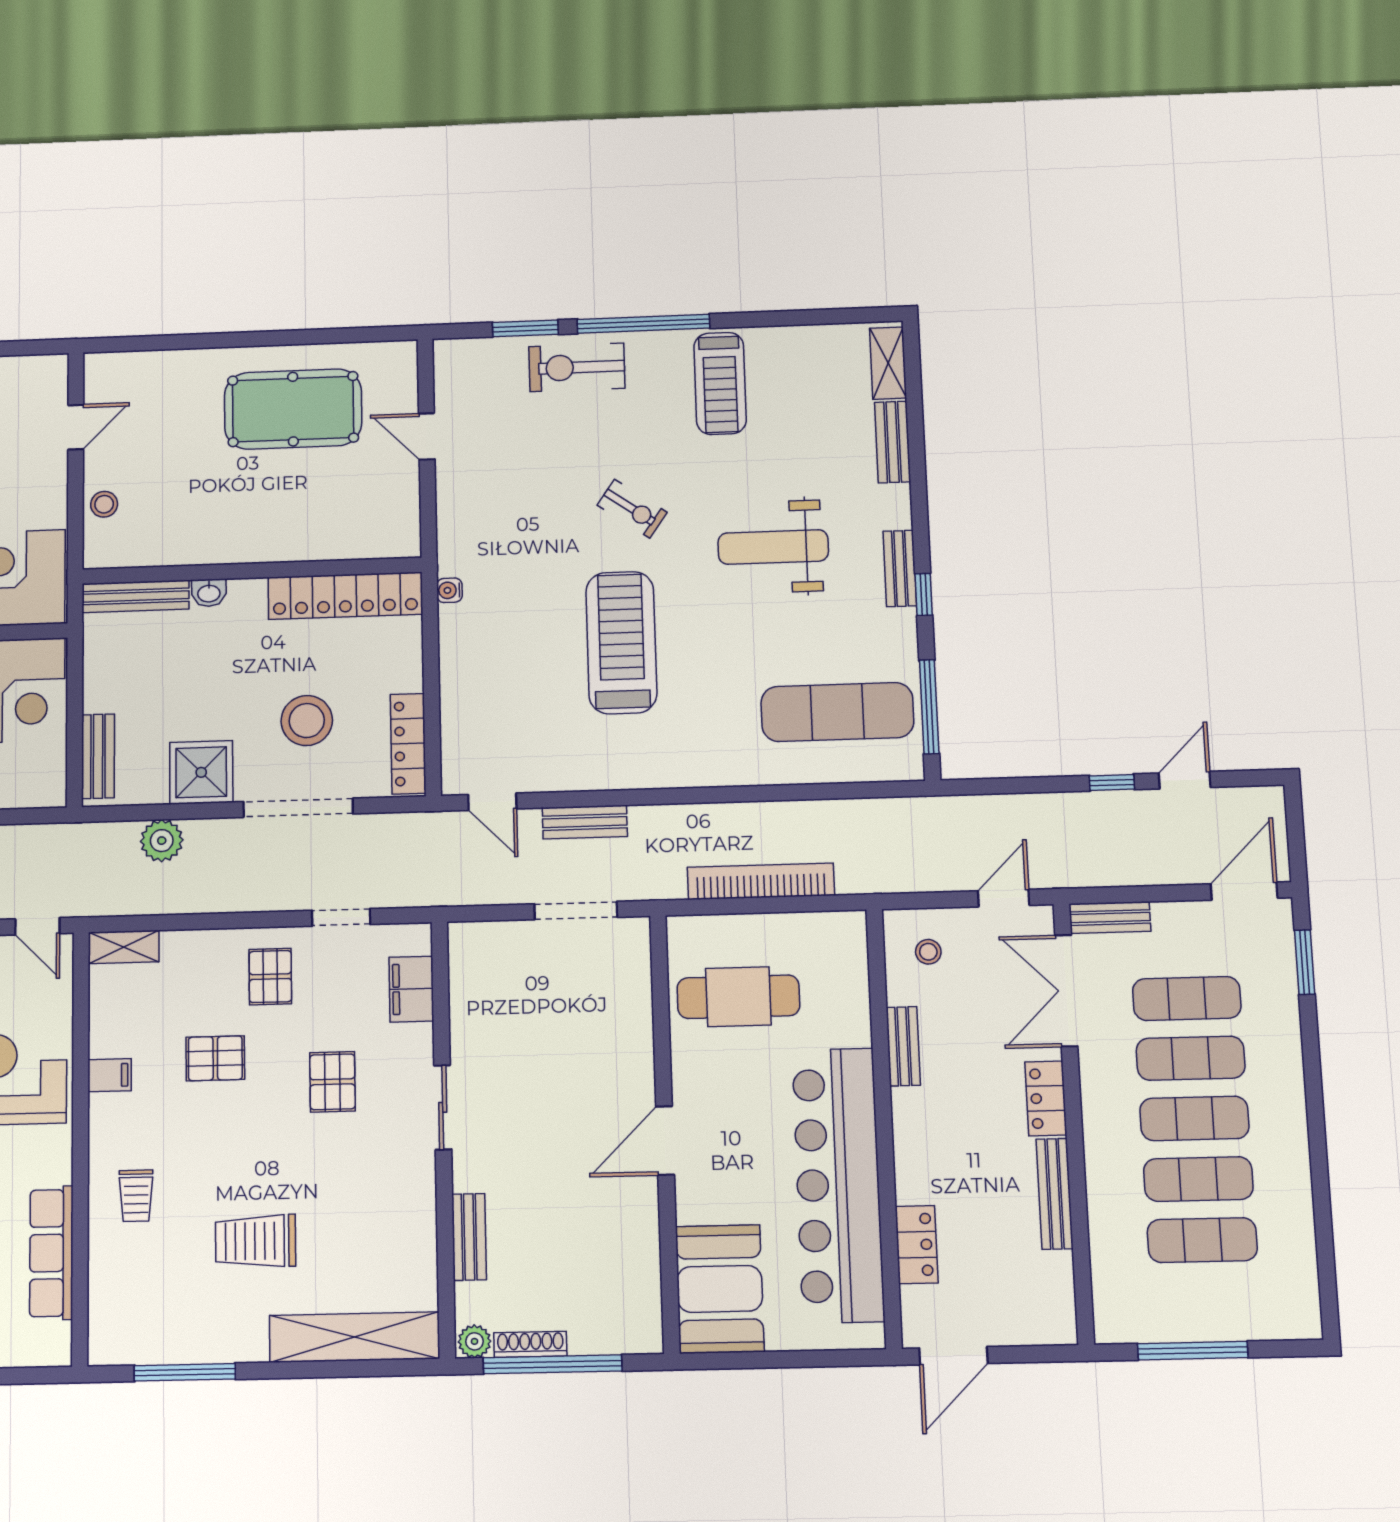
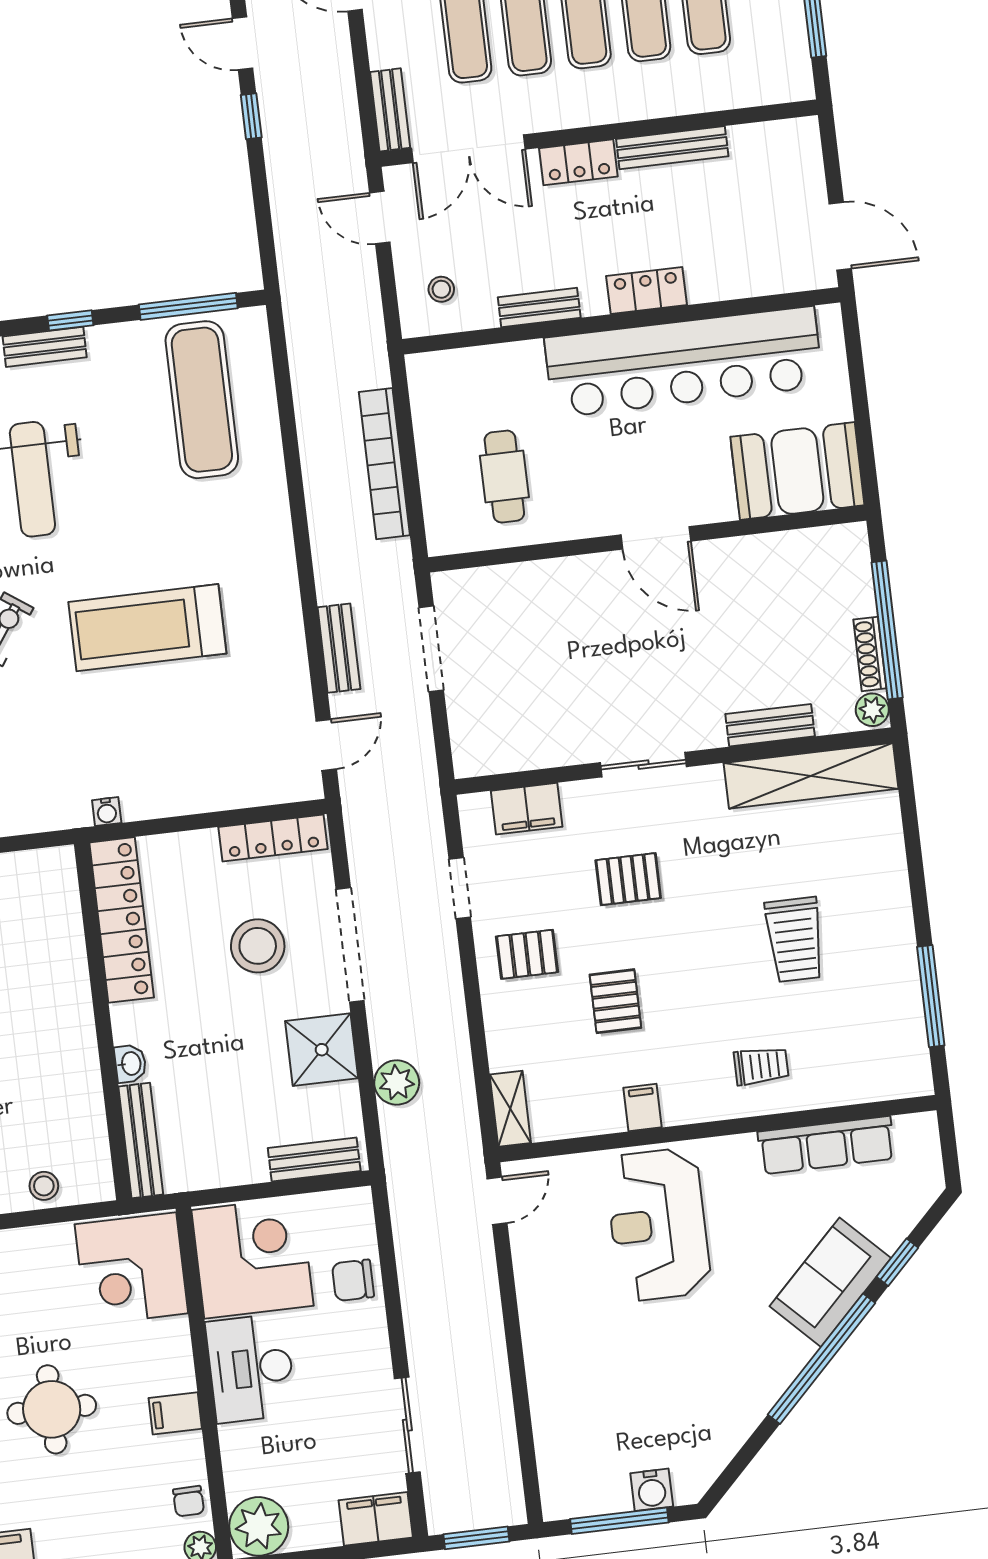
cafe table: (738, 997) -> (504, 477), width x0.73, depth x0.74
locker: (917, 1245) -> (646, 291), moved
shelving: (354, 1337) -> (811, 776), moved, turned 90

